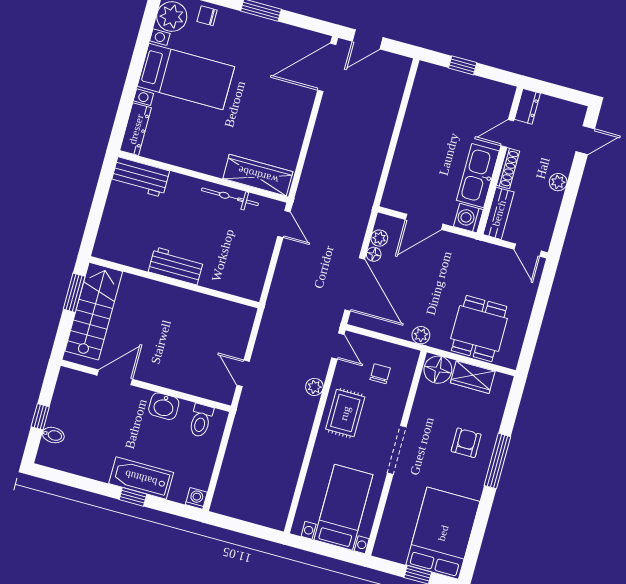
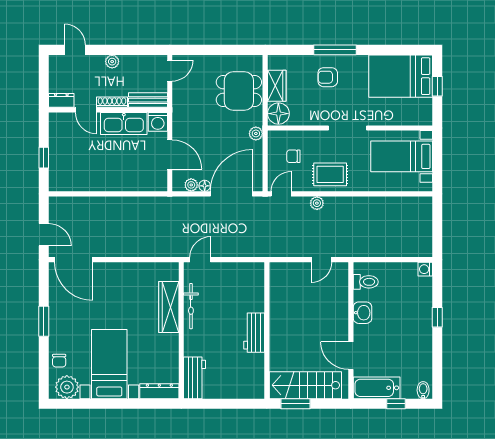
wardrobe: (258, 175) -> (169, 307), moved
bidet: (53, 435) -> (423, 390), moved
bathtub: (141, 478) -> (377, 388), moved, turned 90

